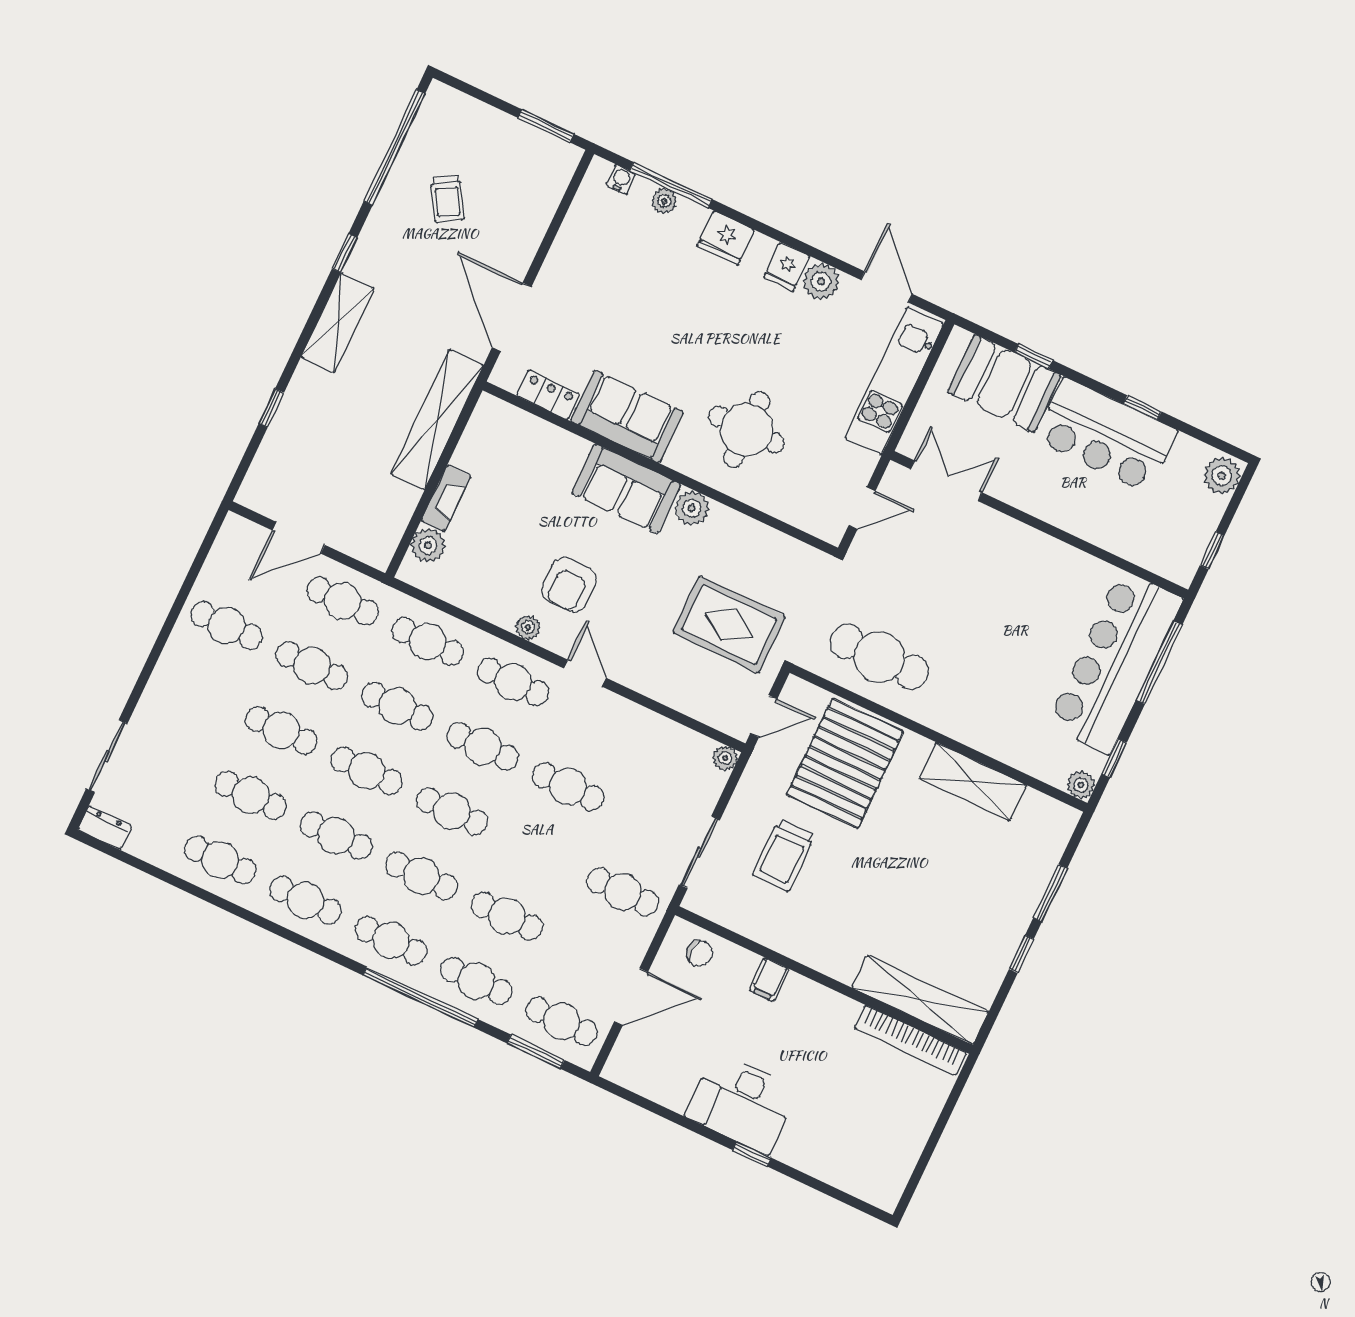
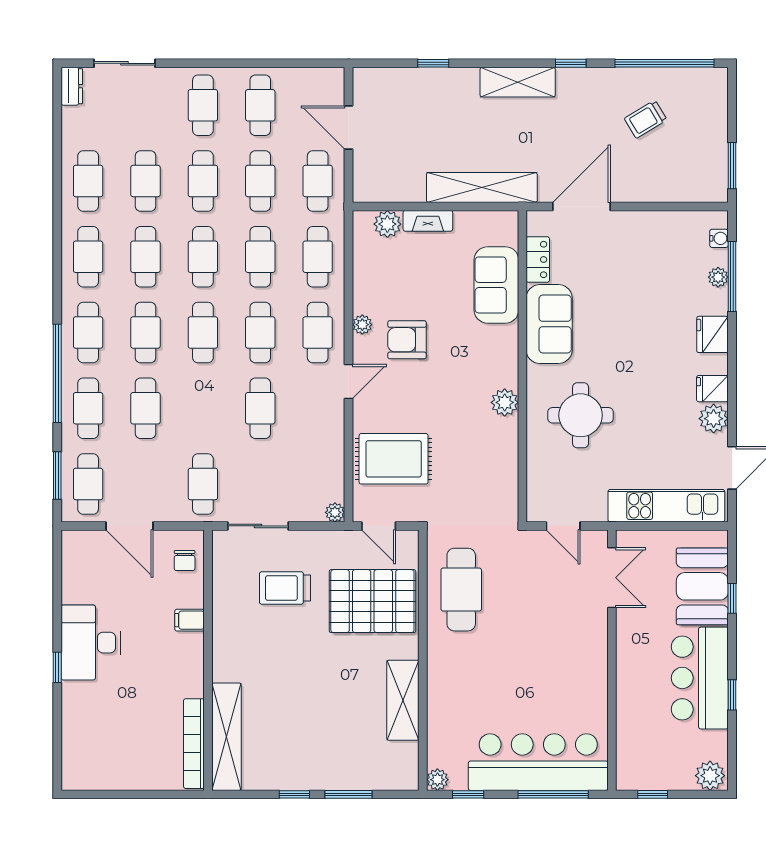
sofa: (626, 489) -> (496, 285), moved
rug: (729, 624) -> (394, 459), moved, turned 90
cafe table: (196, 690) -> (203, 105), added

